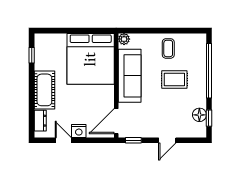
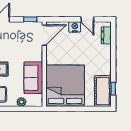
plant: (124, 39) -> (21, 102), moved
sofa: (130, 76) -> (33, 78), width x0.73
cot: (44, 90) -> (103, 91), moved

